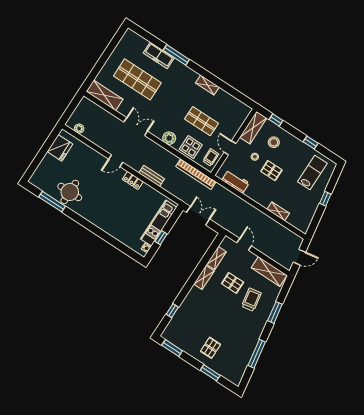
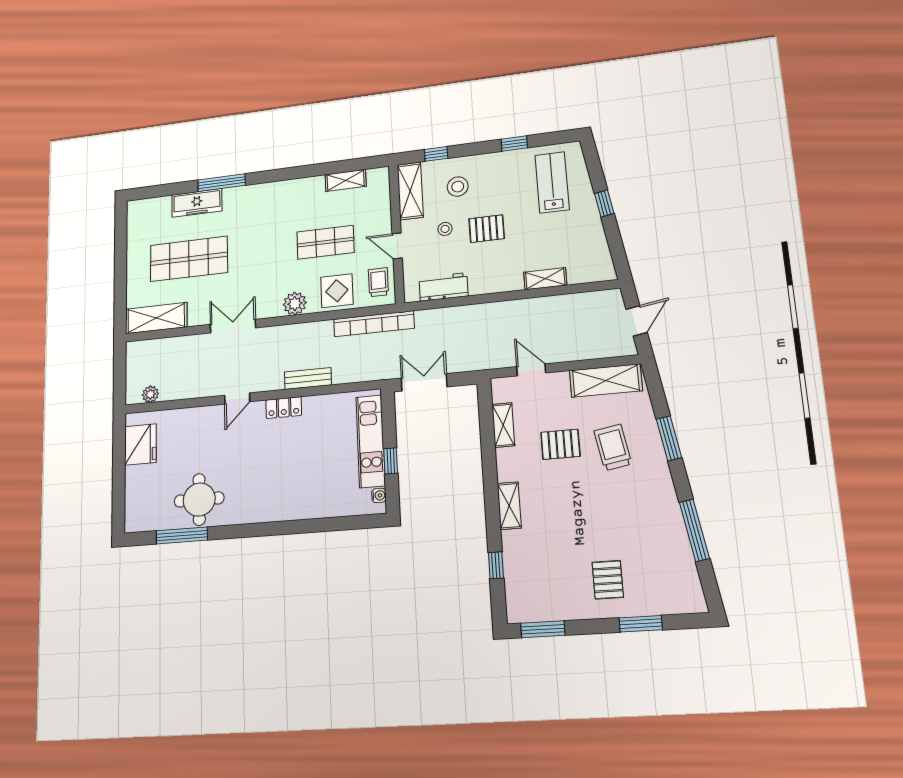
shelving: (207, 85) -> (346, 180), moved
shelving: (204, 277) -> (509, 506), moved

